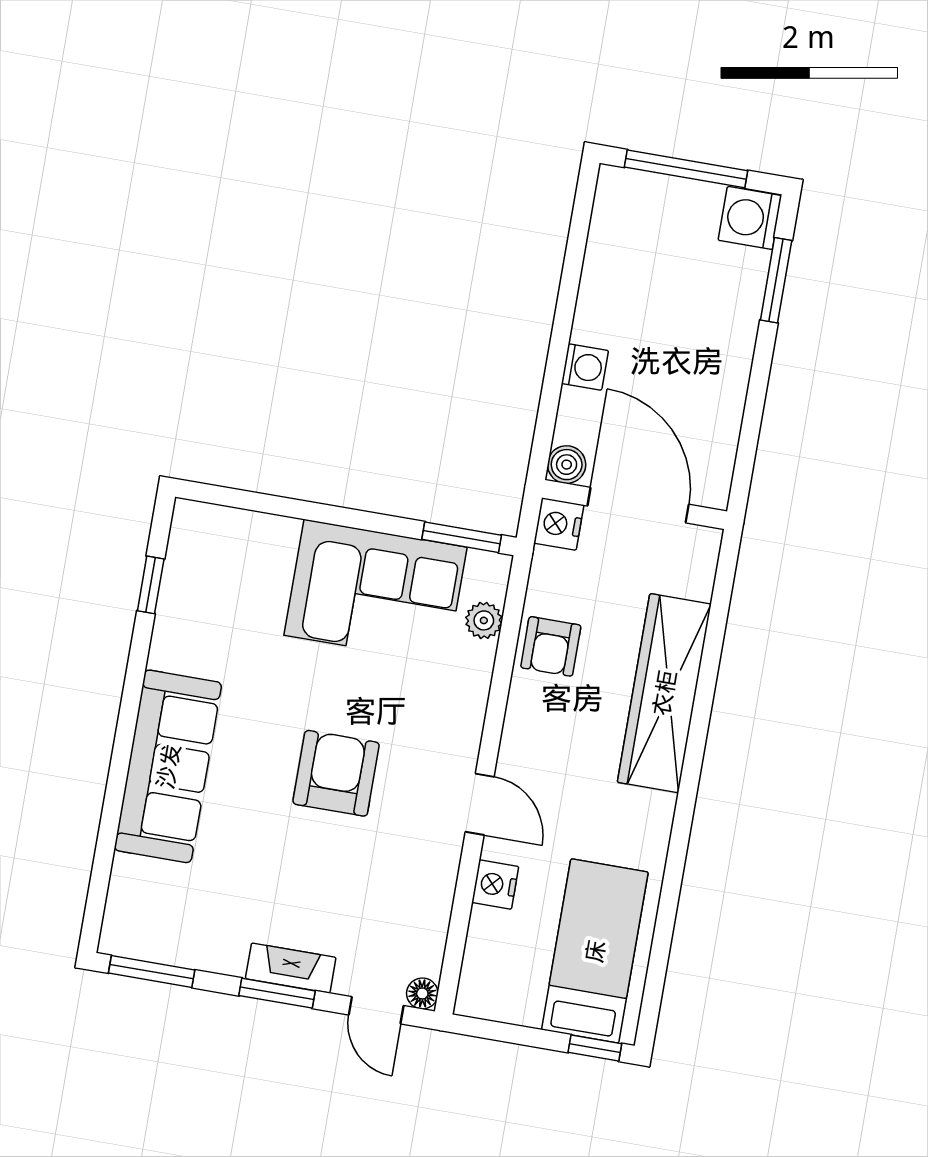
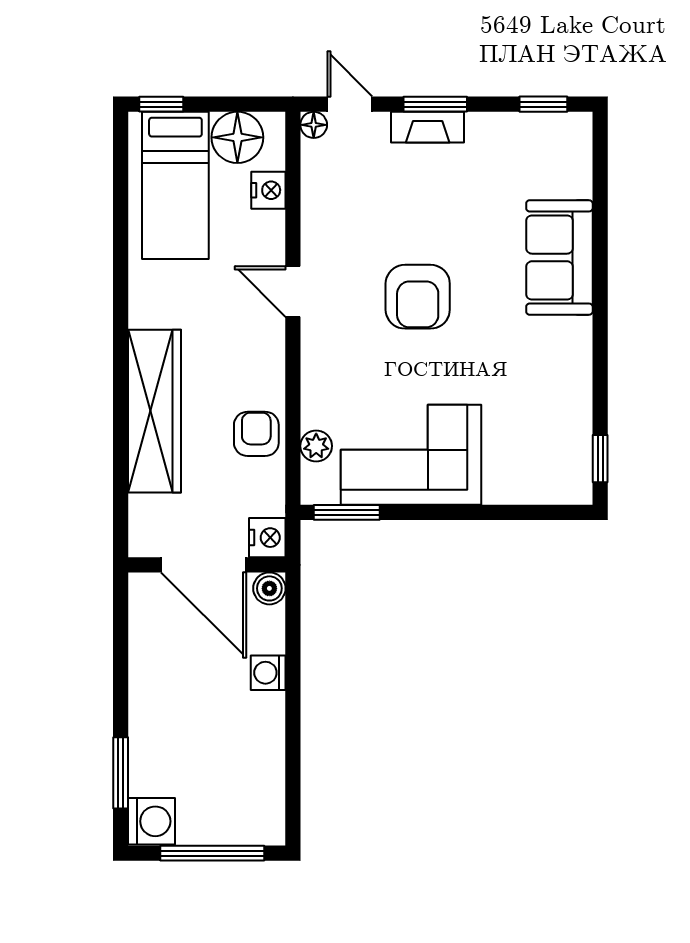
window: (151, 585) -> (600, 459), moved
sofa: (168, 766) -> (559, 257), width x0.73
nightstand: (495, 884) -> (268, 190), moved
window: (152, 971) -> (543, 104), width x0.67
floor lamp: (513, 994) -> (237, 137), added

